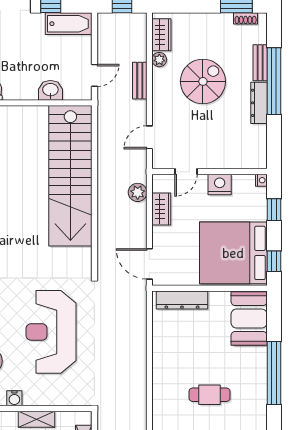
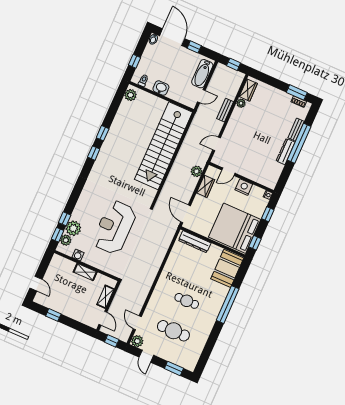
bathtub: (69, 24) -> (202, 74), moved, turned 90
spiral stairs: (203, 81) -> (260, 126), removed
washbasin: (50, 90) -> (161, 88), moved

